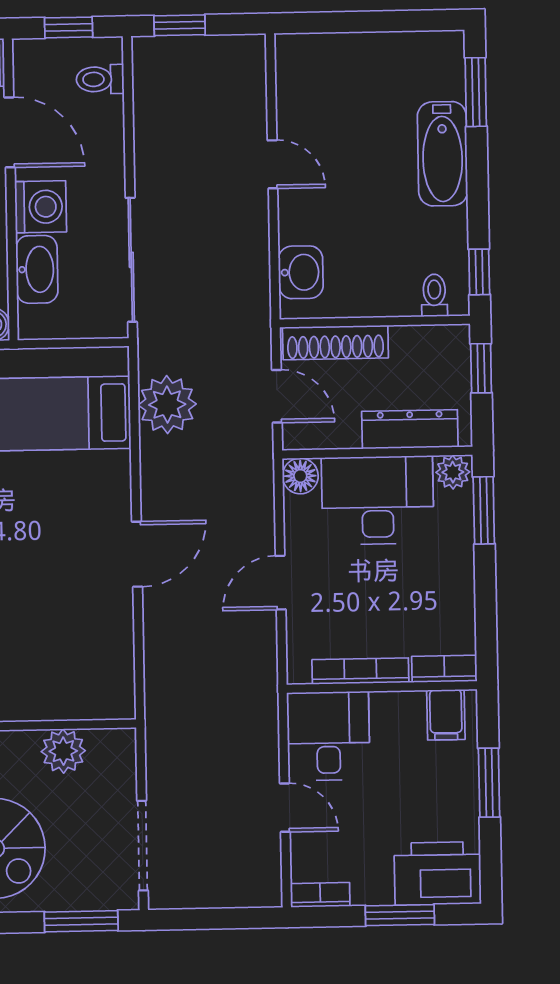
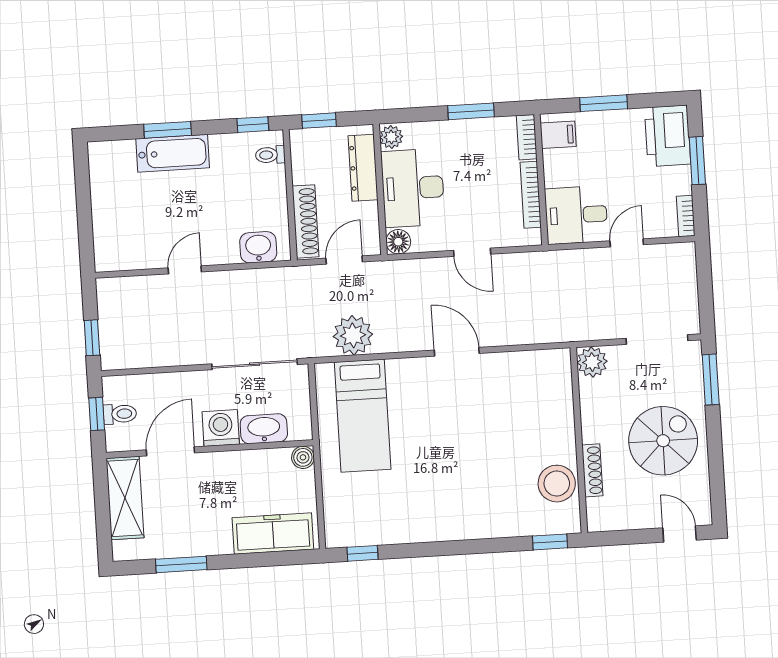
toilet: (100, 79) -> (120, 414), moved, turned -90
window: (476, 92) -> (168, 130), moved
window: (484, 510) -> (471, 111), moved
plant: (63, 751) -> (592, 362), moved

